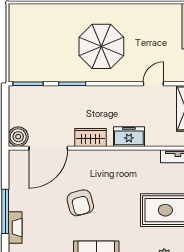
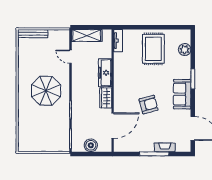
boiler: (18, 137) -> (91, 145), moved
freezer: (129, 137) -> (105, 73), width x1.40
door: (48, 148) -> (113, 126), hinge flipped

